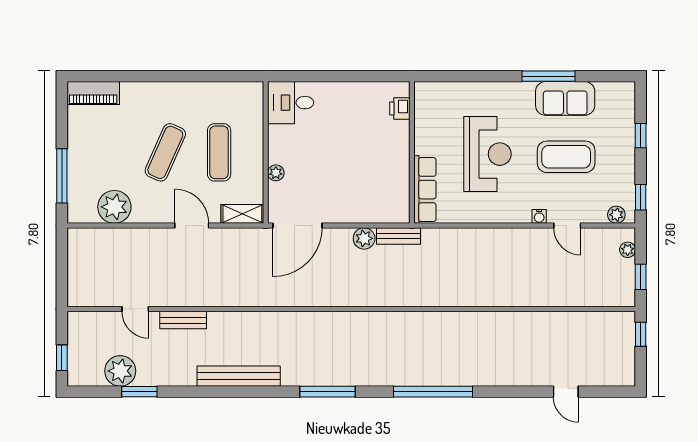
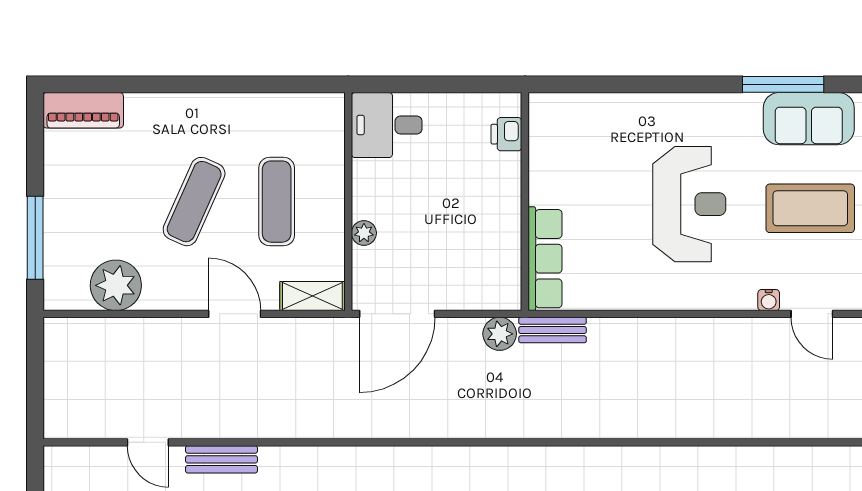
printer: (400, 109) -> (506, 134), moved
wall: (412, 152) -> (525, 202), moved
row of seats: (425, 190) -> (545, 259), moved

